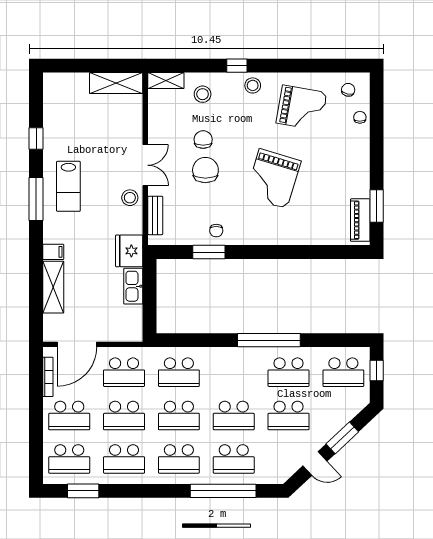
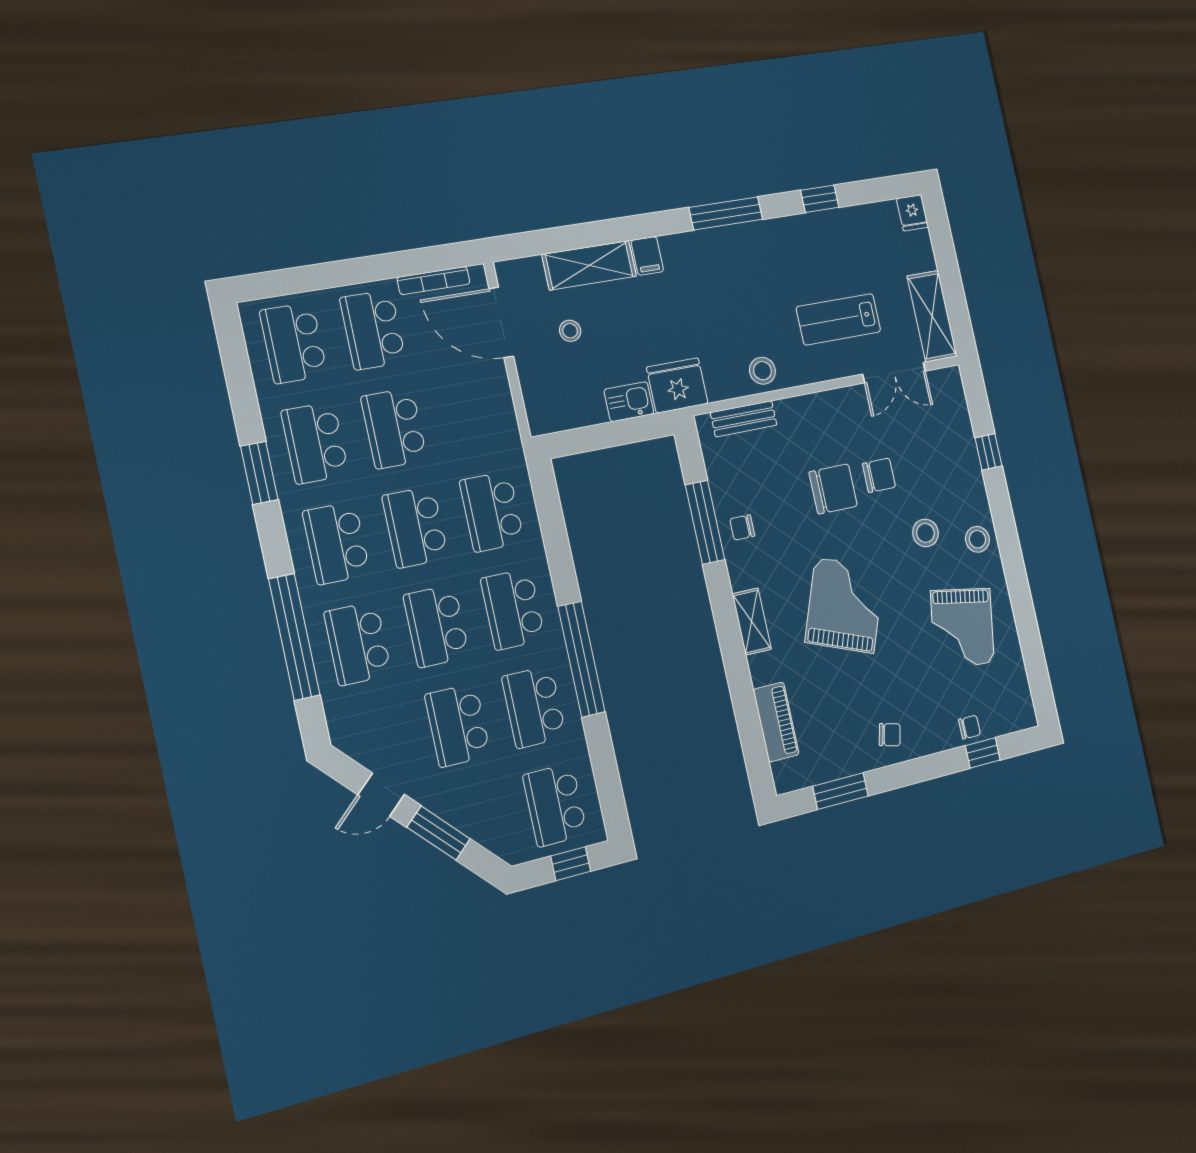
window: (237, 66) -> (988, 452), moved
fridge: (53, 81) -> (912, 213), added
shelving: (166, 81) -> (752, 622), moved
chair: (348, 90) -> (890, 735), moved
stool: (203, 94) -> (925, 533), moved
window: (377, 112) -> (983, 753), added
double door: (145, 165) -> (894, 373), moved
grand piano: (273, 179) -> (845, 605), turned 94
lab bench: (68, 186) -> (839, 319), moved
piano: (360, 220) -> (776, 722), moved, turned 90
window: (209, 252) -> (705, 522), width x1.44
kitchen sink: (133, 286) -> (629, 402), width x0.73
stool: (88, 306) -> (570, 331), added
school desk: (124, 372) -> (513, 609), moved
door: (315, 464) -> (381, 795), hinge flipped
window: (83, 491) -> (259, 473), moved

